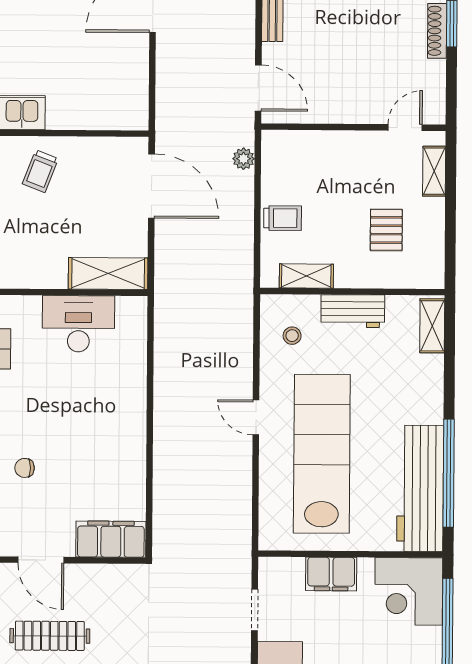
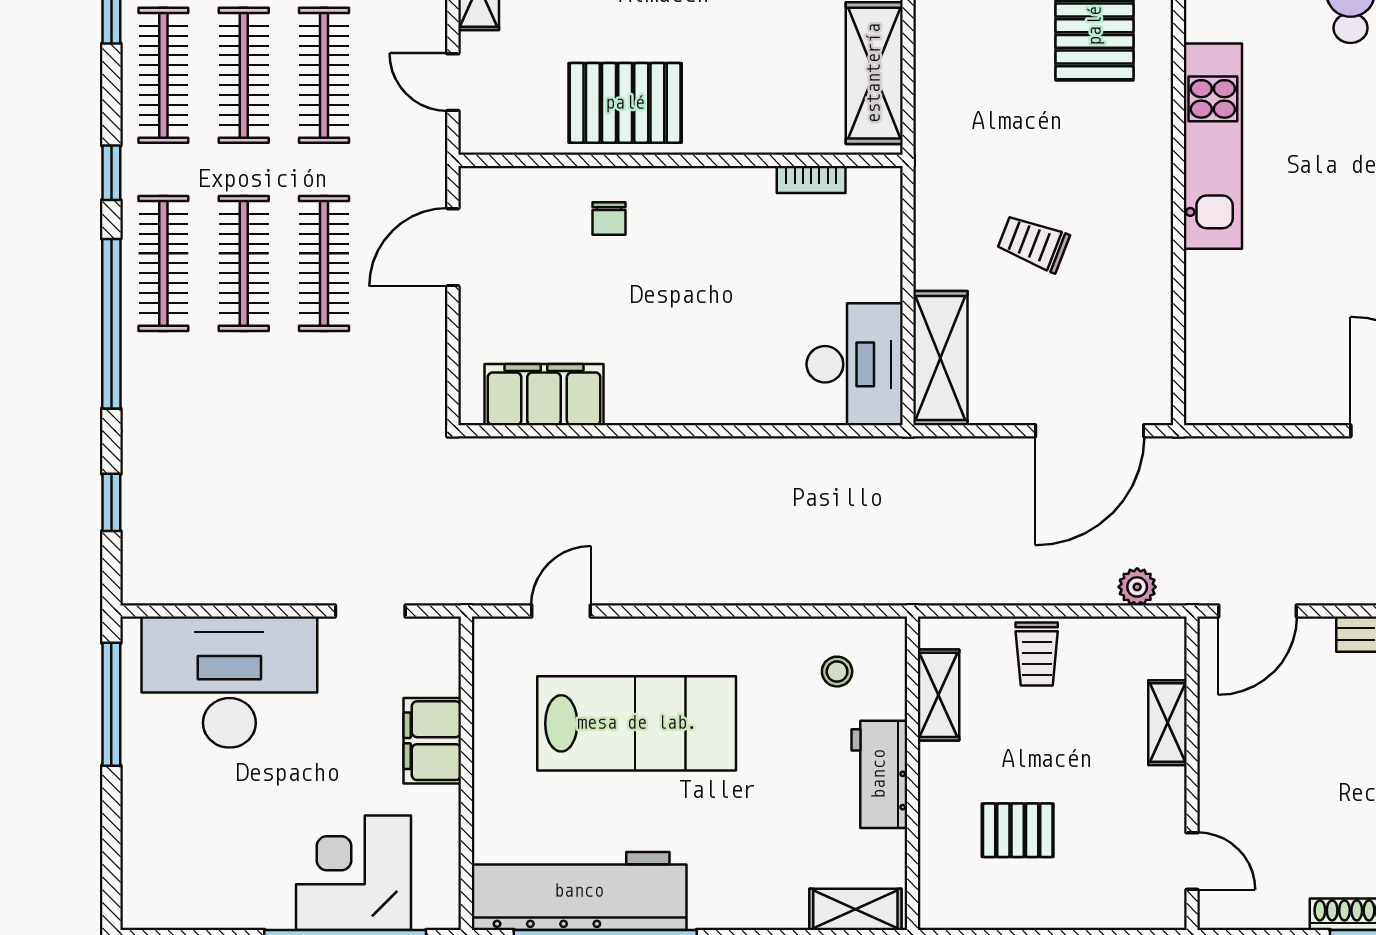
trolley: (40, 171) -> (1033, 243), moved
shelving: (434, 171) -> (1167, 723), moved, turned 90
desk: (78, 324) -> (855, 364), moved
door: (256, 417) -> (561, 611), moved
lab bench: (322, 454) -> (637, 723), width x0.73
chair: (25, 468) -> (609, 218), turned 180
filing cabinet: (111, 539) -> (544, 395), moved, turned -90
corner desk: (409, 591) -> (354, 873), moved

